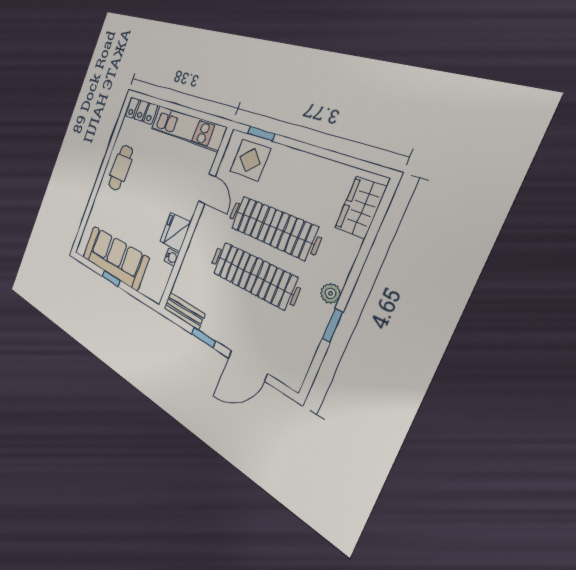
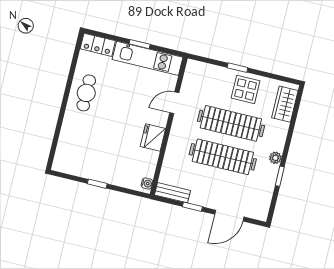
window: (182, 110) -> (140, 44), added
window: (261, 134) -> (237, 68), moved
display table: (250, 160) -> (246, 89), moved
door: (207, 189) -> (174, 103), swing flipped
sofa: (115, 257) -> (97, 166), removed
water cooler: (172, 257) -> (147, 183), moved

